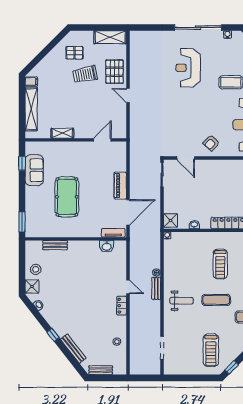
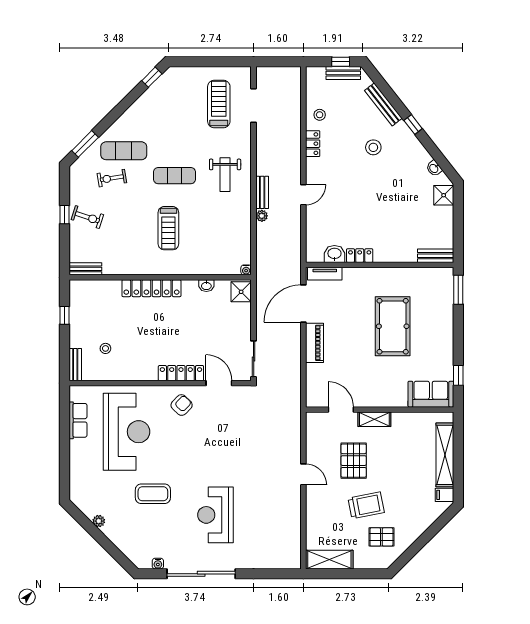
reception desk: (188, 68) -> (215, 515), turned 180
pallet: (114, 72) -> (354, 461), moved
shelving: (62, 133) -> (374, 419), moved
door: (102, 140) -> (341, 410), swing flipped
locker: (212, 165) -> (181, 373), added
sofa: (34, 170) -> (431, 394), moved, turned 90
bench: (55, 245) -> (436, 256), moved
locker: (89, 245) -> (360, 256), added
treadmill: (220, 264) -> (168, 228), turned 180
stool: (36, 269) -> (373, 147), moved
door: (128, 287) -> (303, 195), swing flipped
weight bench: (182, 301) -> (225, 175), turned -90
locker: (122, 306) -> (313, 144), moved
treadmill: (211, 350) -> (219, 104), moved
window: (103, 378) -> (341, 62), added

